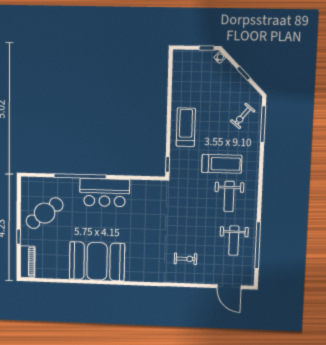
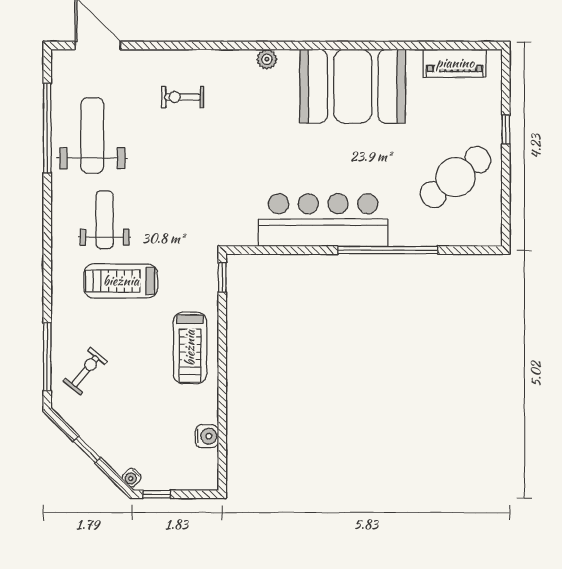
water cooler: (178, 79) -> (207, 436), added
bar counter: (105, 193) -> (323, 220), width x1.36
weight bench: (234, 241) -> (92, 135), width x1.36, depth x1.33
piano: (28, 262) -> (455, 63), moved, turned -90
plant: (141, 277) -> (267, 59), added

